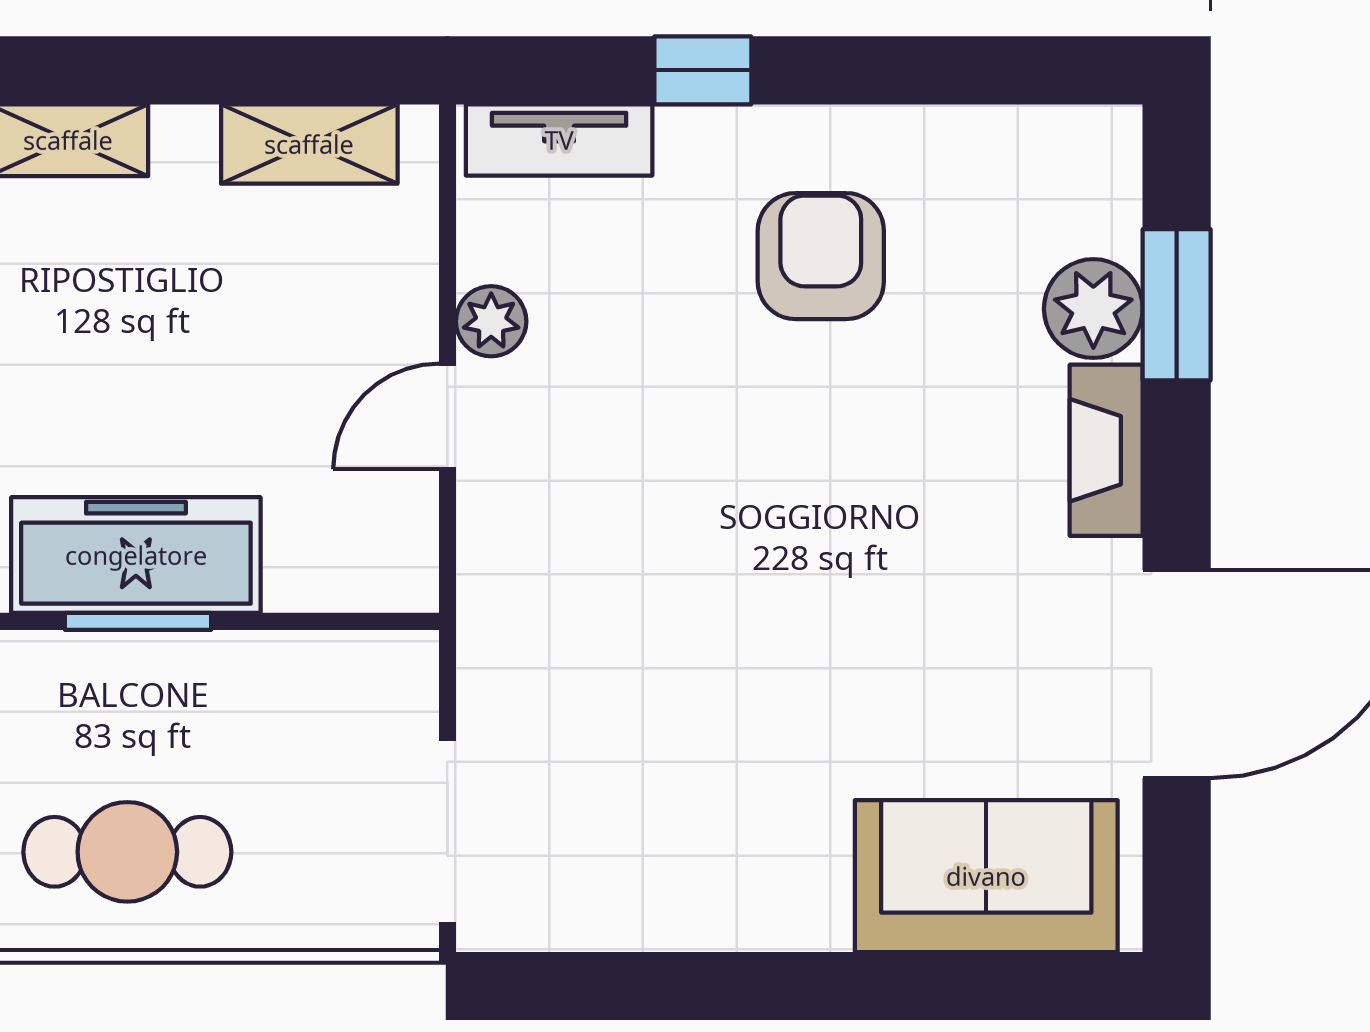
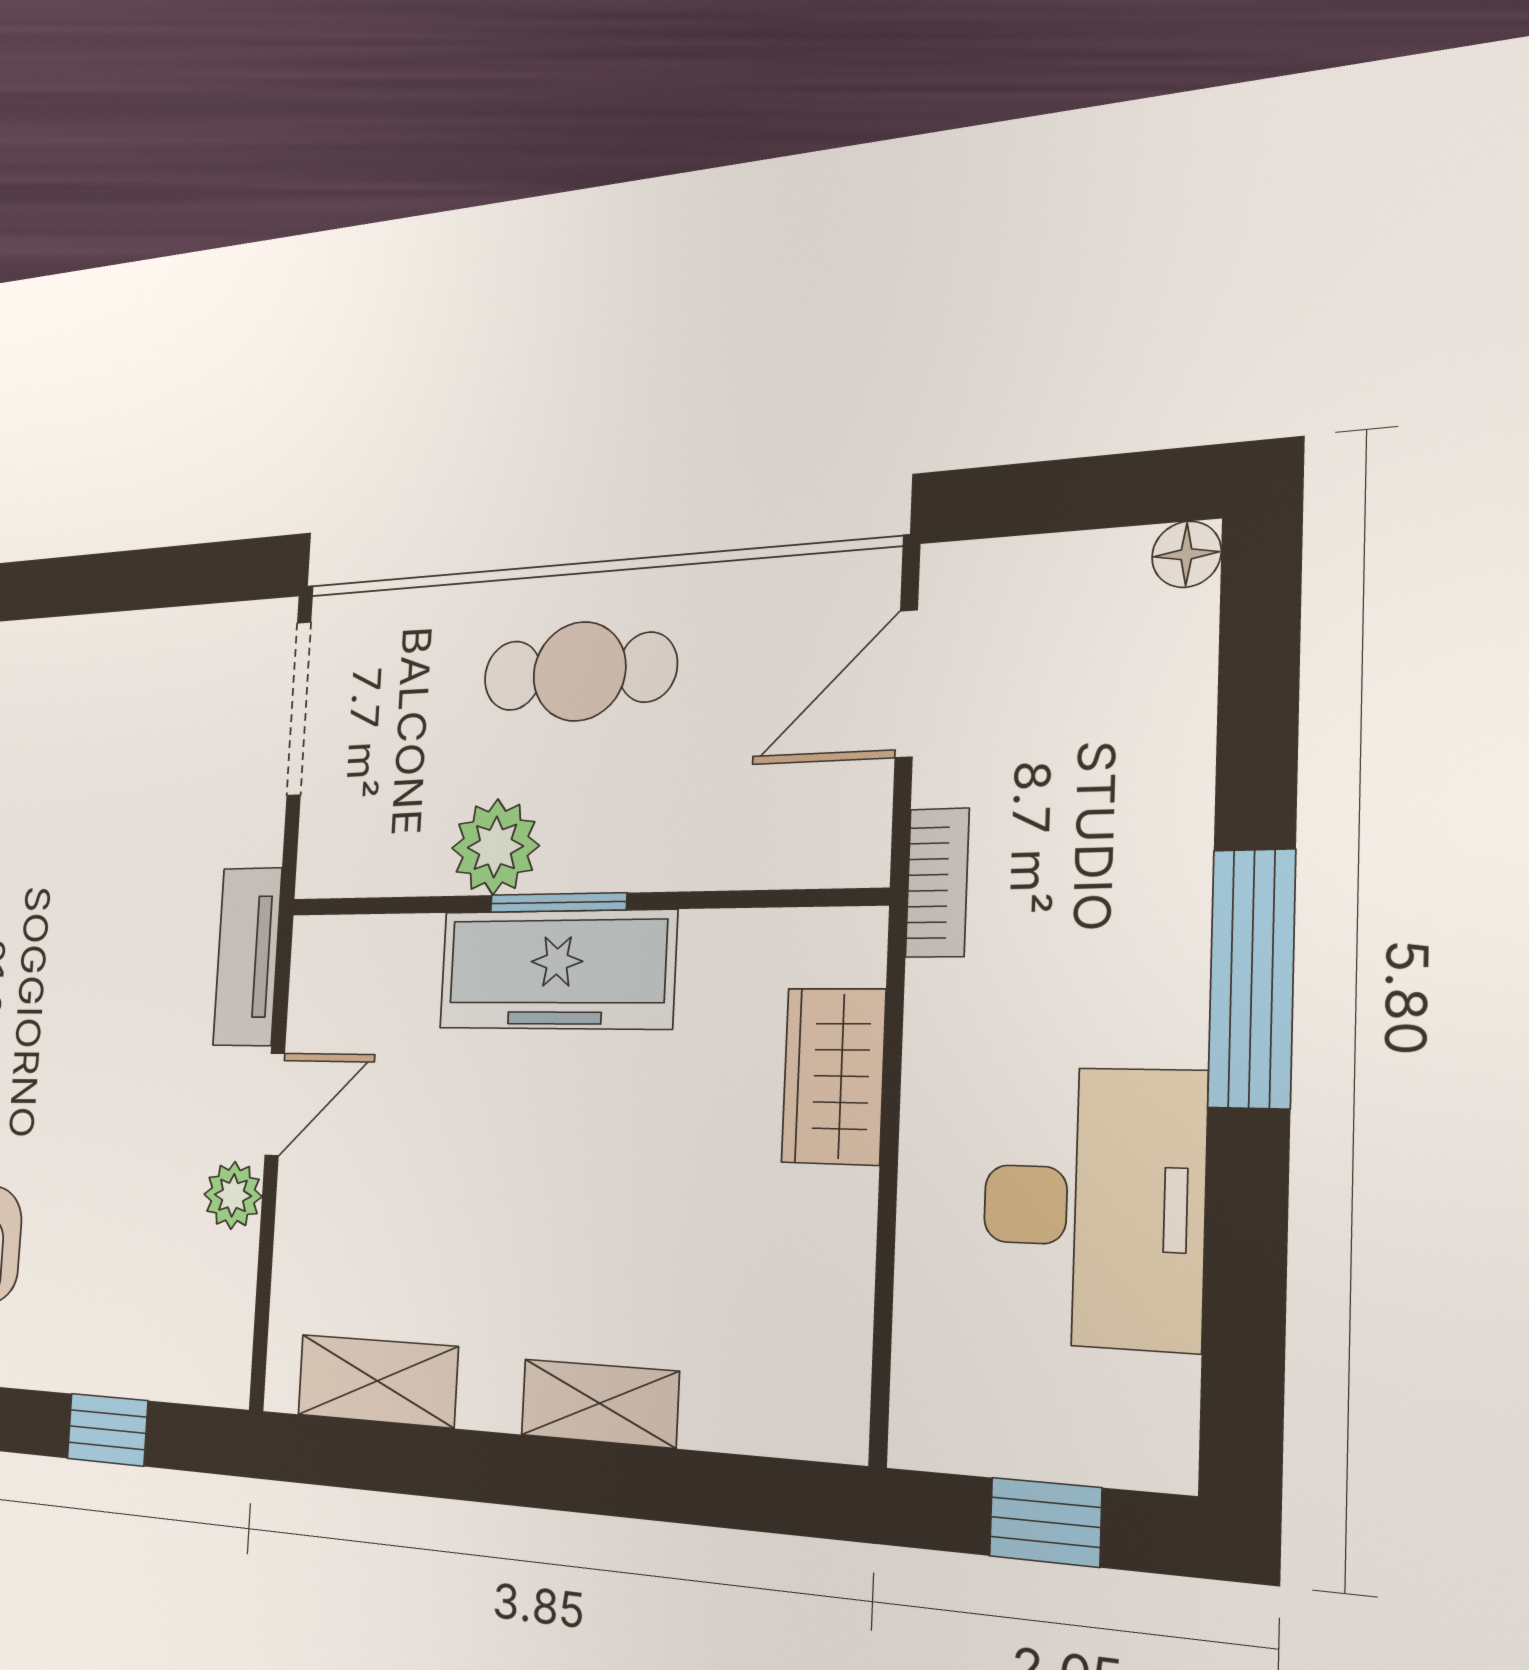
window: (703, 70) -> (107, 1430), moved
tv unit: (559, 140) -> (247, 957), moved, turned -90
plant: (210, 679) -> (495, 847), added

